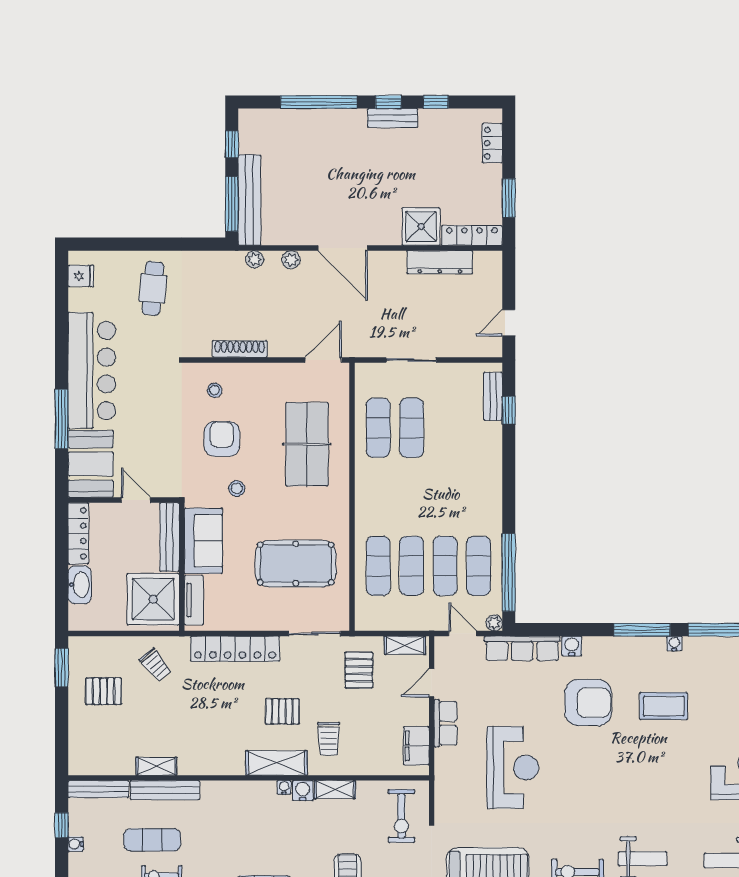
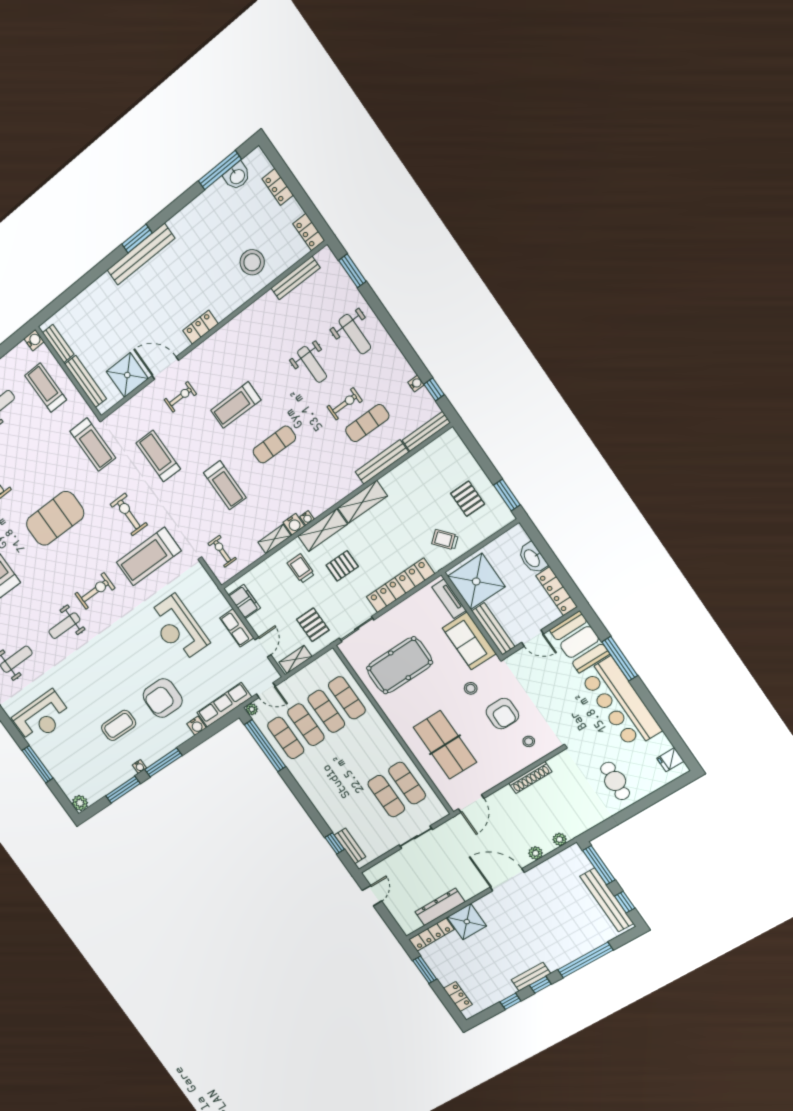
bench: (249, 200) -> (607, 900), moved
pallet: (104, 691) -> (468, 499), turned 90
shelving: (156, 766) -> (363, 502), moved, width x1.50, depth x1.33
exercise bike: (401, 816) -> (222, 551), width x0.73, depth x0.72

